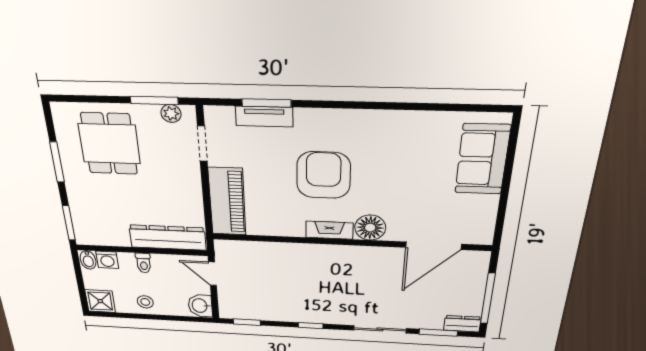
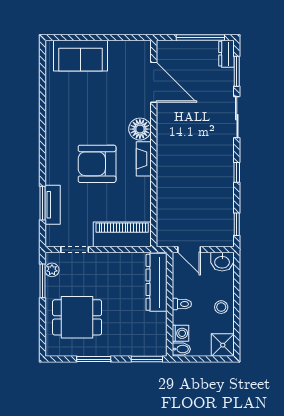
door: (212, 274) -> (189, 250), hinge flipped

